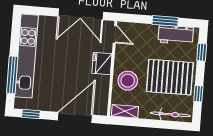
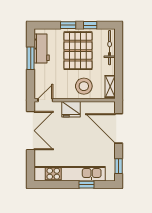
window: (202, 52) -> (68, 25), moved
window: (12, 75) -> (87, 185), width x0.46

